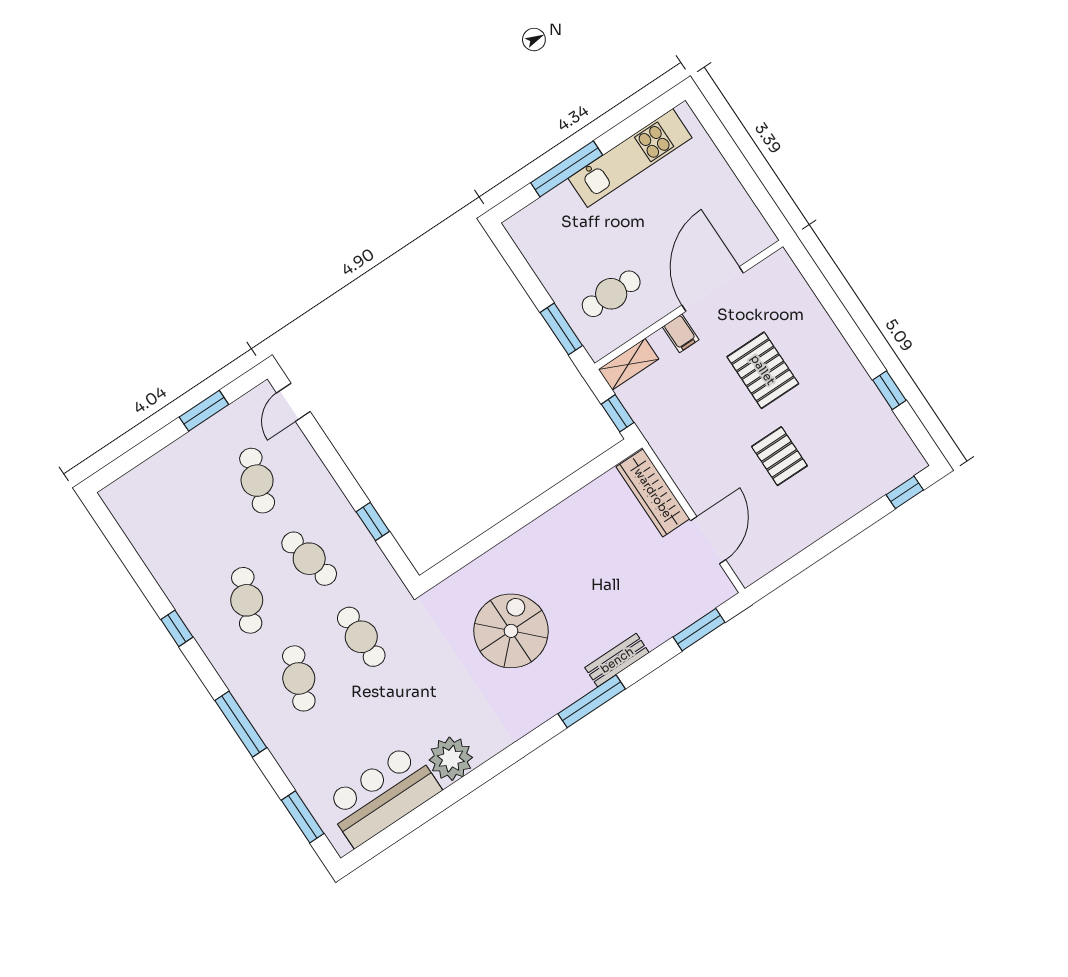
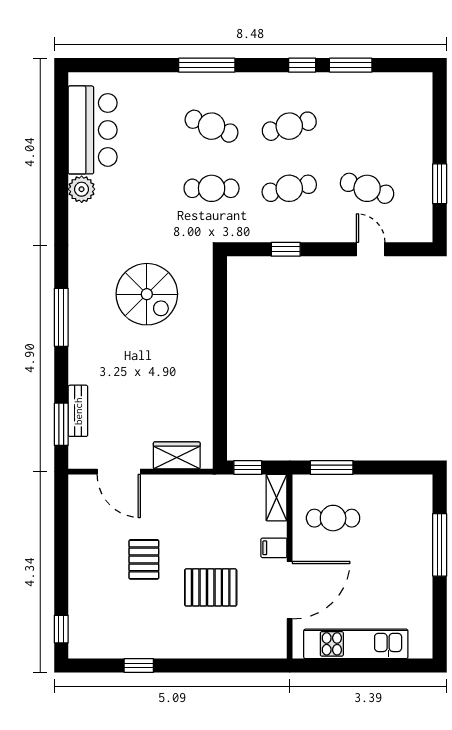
kitchen unit: (630, 158) -> (356, 644), moved, turned 90
door: (713, 289) -> (290, 590), hinge flipped
cafe table: (611, 294) -> (333, 518), turned 90
door: (293, 402) -> (371, 249), moved
pallet: (779, 456) -> (144, 559), turned 90
wardrobe: (653, 493) -> (177, 455), width x0.67
cafe table: (247, 600) -> (289, 126), turned -39
bench: (617, 660) -> (78, 411), moved
plant: (451, 759) -> (82, 189), width x0.73, depth x0.73
window: (303, 817) -> (351, 65), moved

